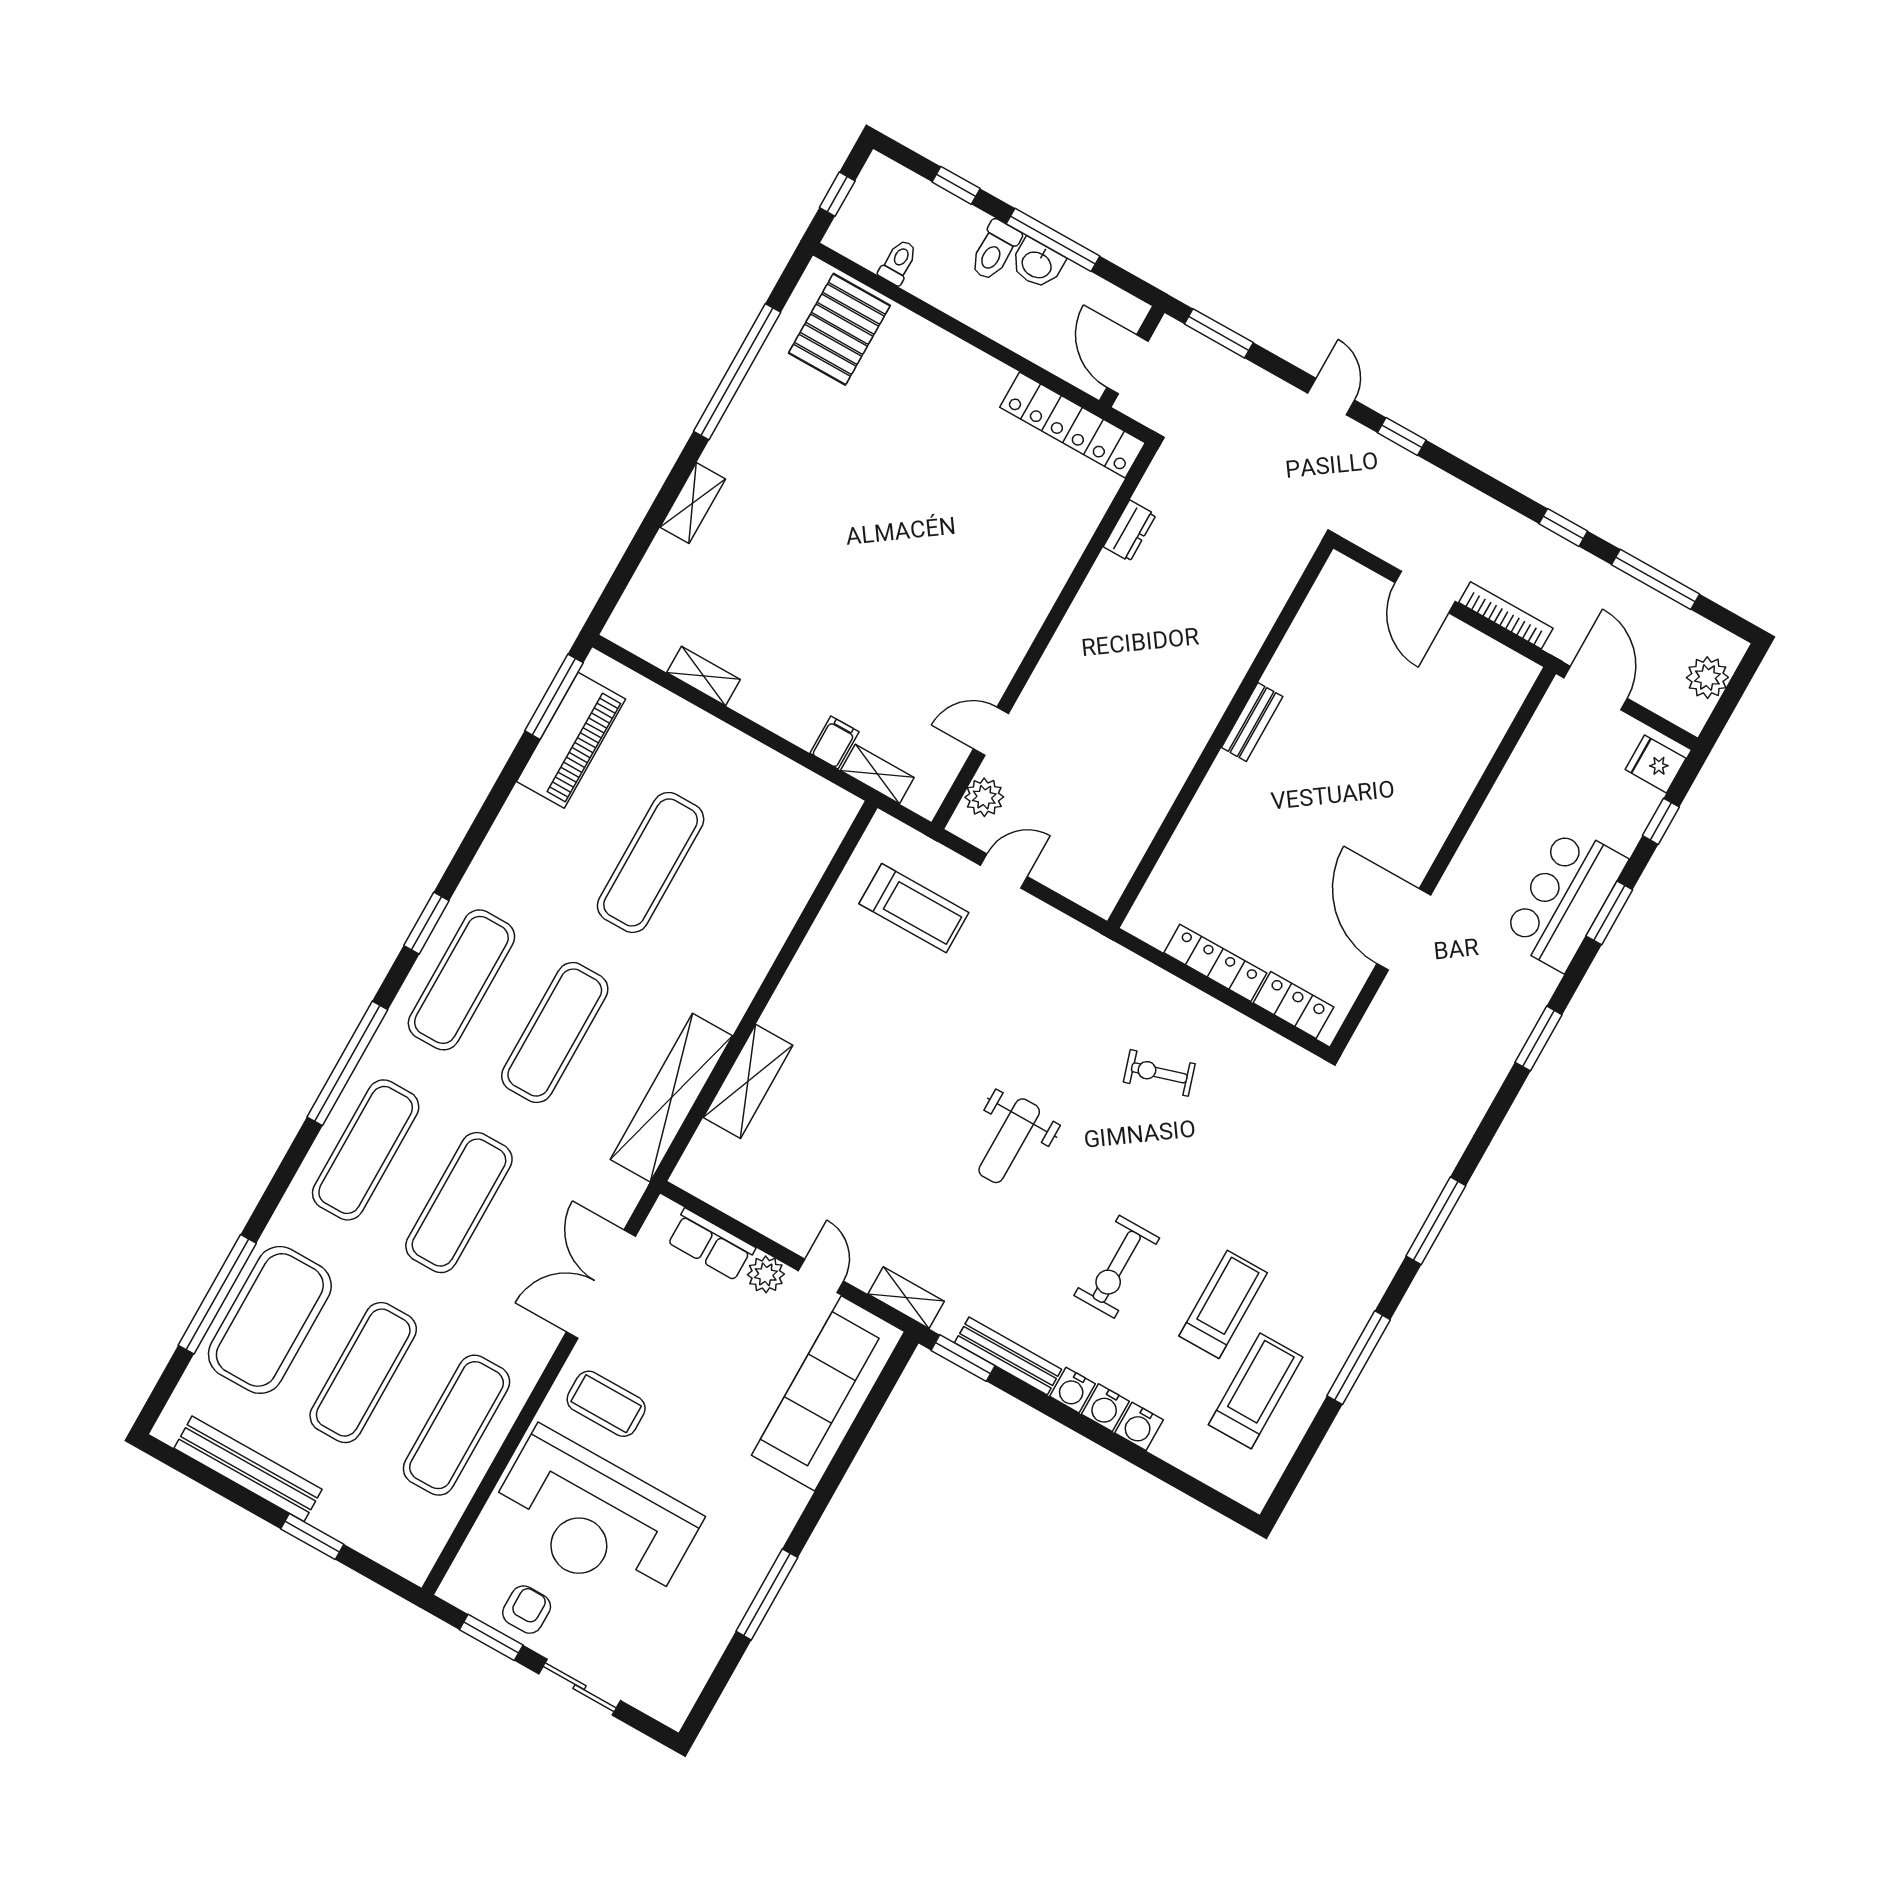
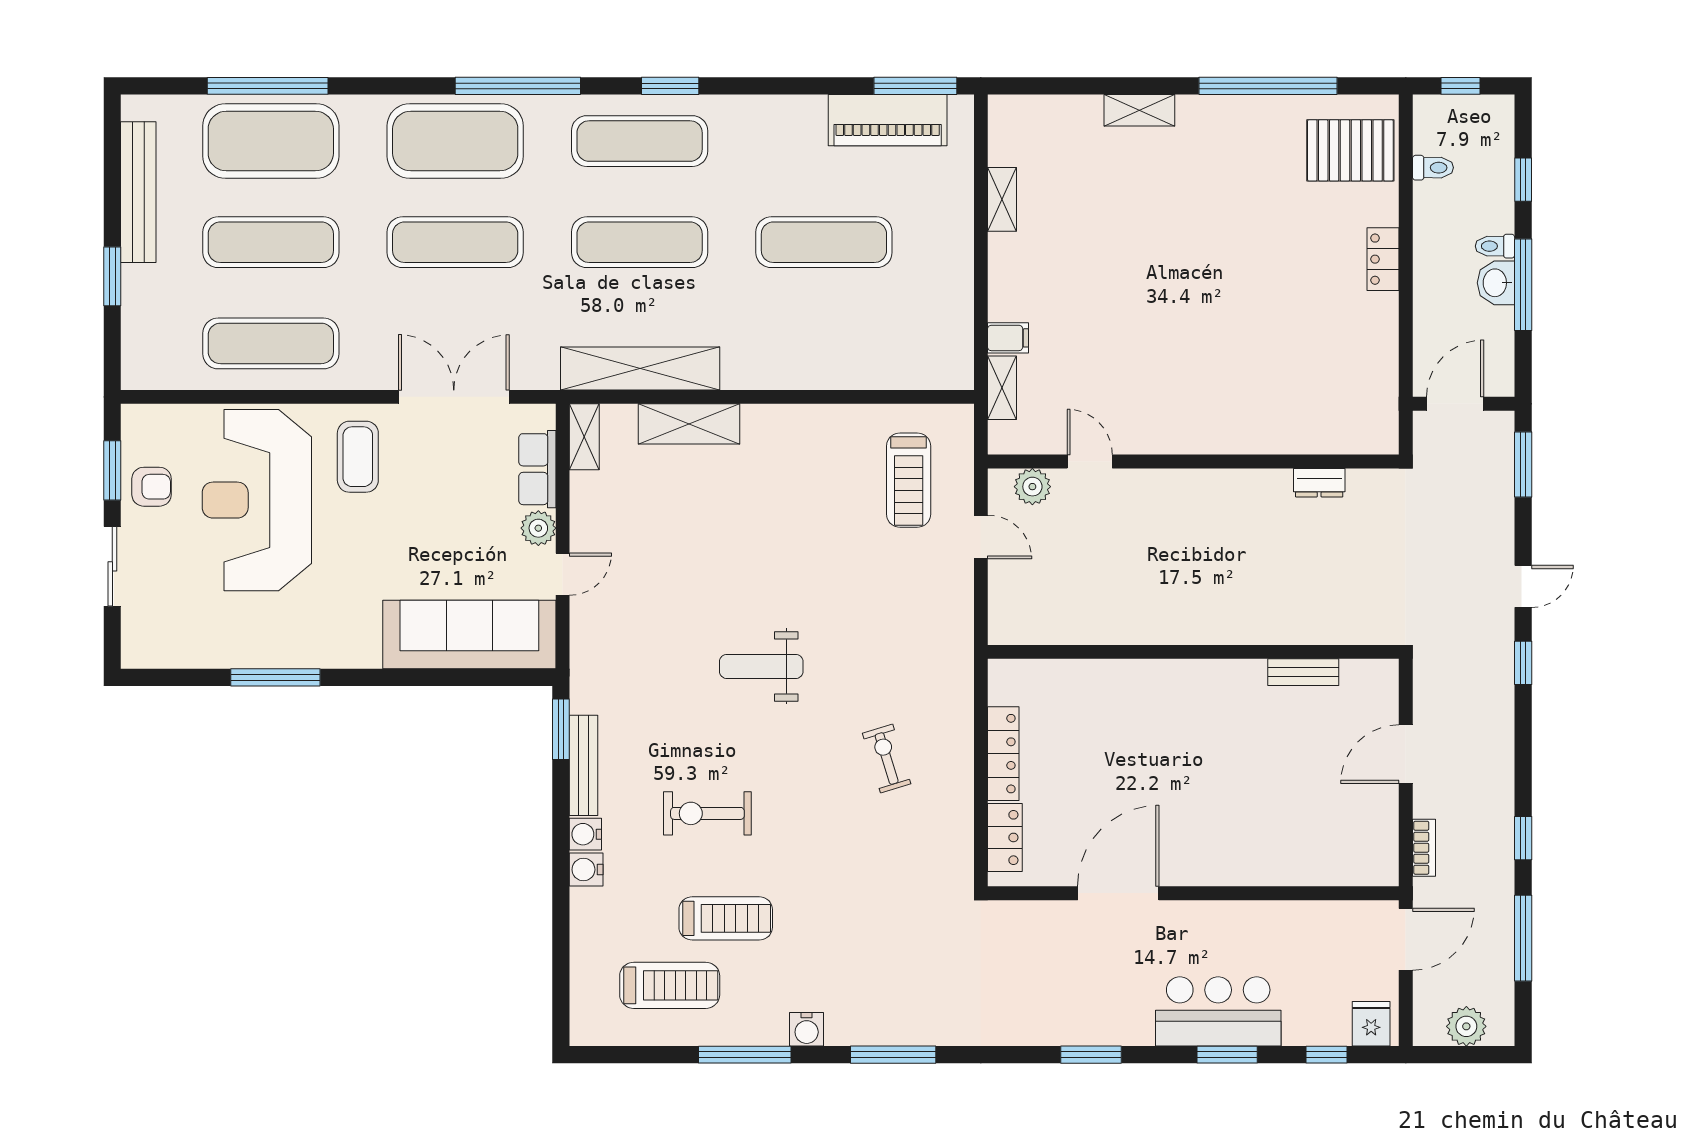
toilet: (995, 250) -> (1495, 246), width x0.73, depth x0.72
locker: (1072, 425) -> (1383, 259), moved, width x0.46, depth x0.83
bookcase: (1506, 615) -> (1424, 848), width x0.64
bench: (1252, 722) -> (1303, 672), moved
exercise mat: (366, 1150) -> (455, 141), width x1.47
shelving: (906, 1298) -> (584, 437), moved
water cooler: (1139, 1426) -> (807, 1029), moved, turned -90

